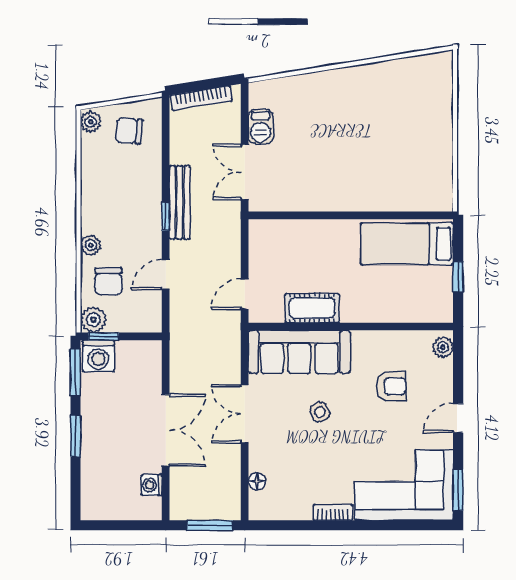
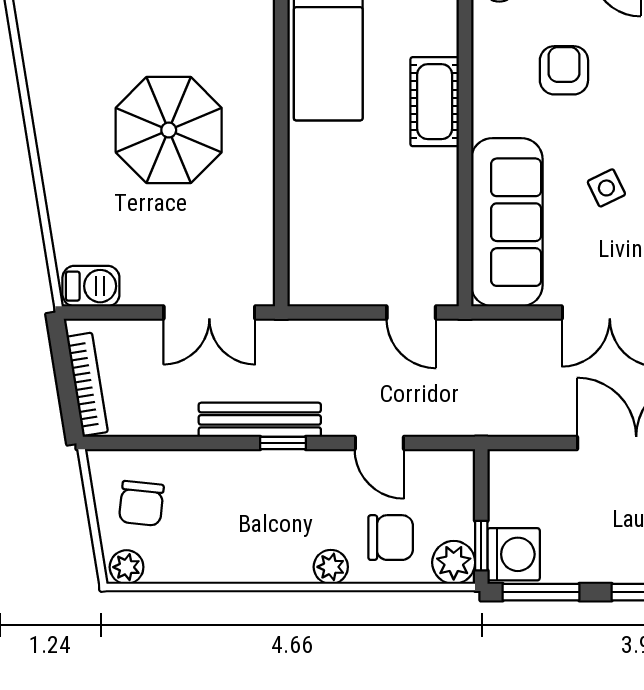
barbecue: (261, 127) -> (91, 286), moved
parasol: (355, 147) -> (169, 130), added
cot: (312, 308) -> (435, 102), moved

